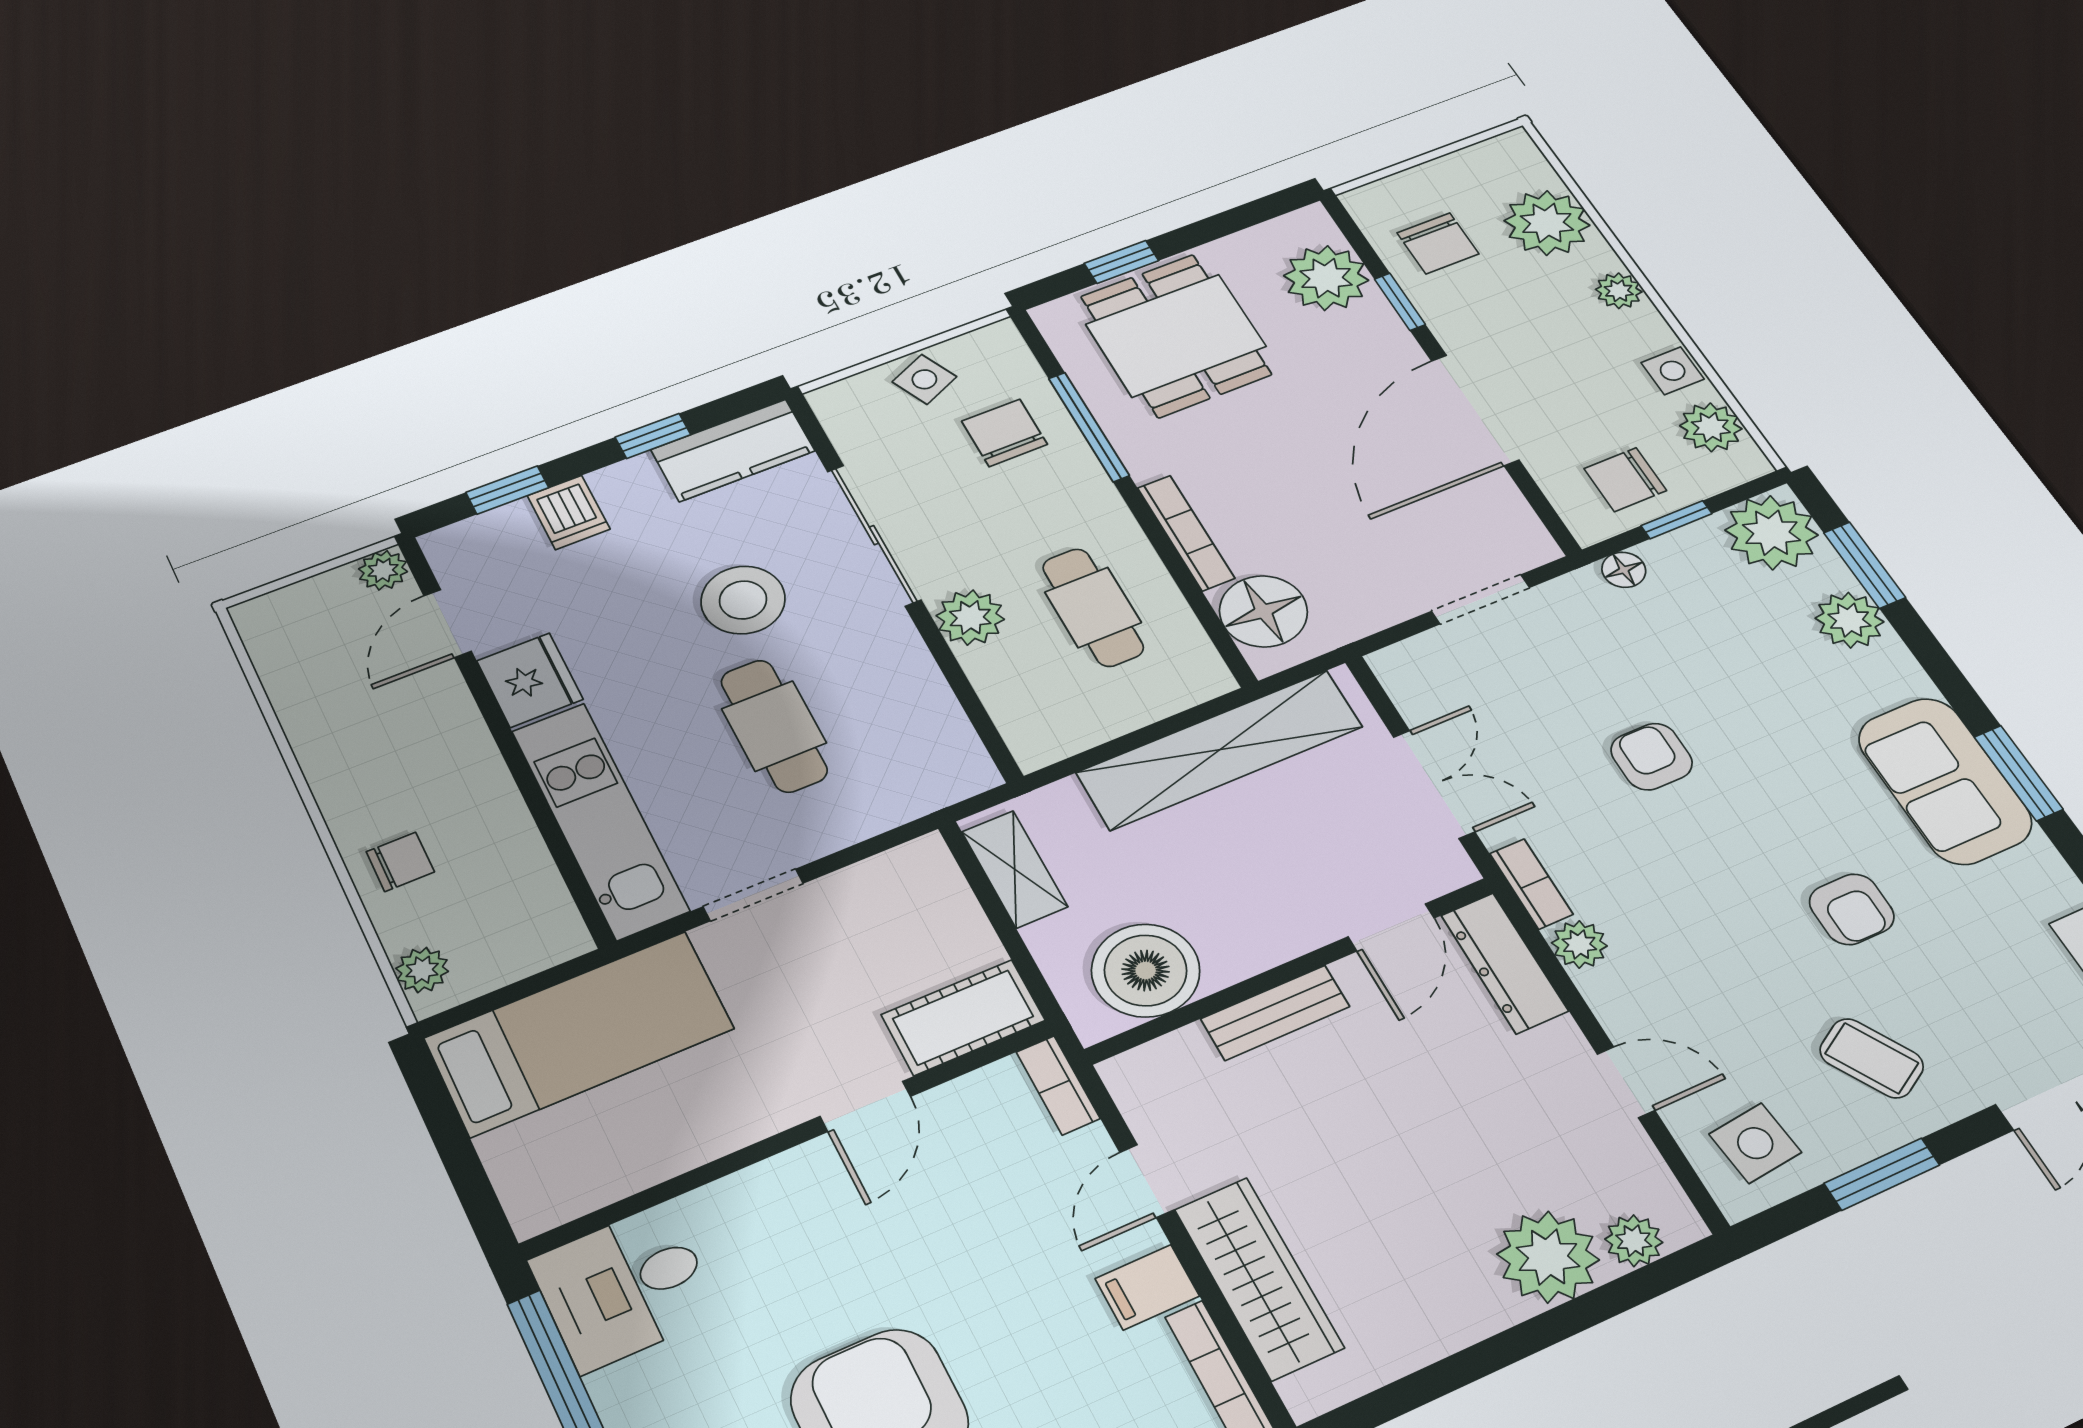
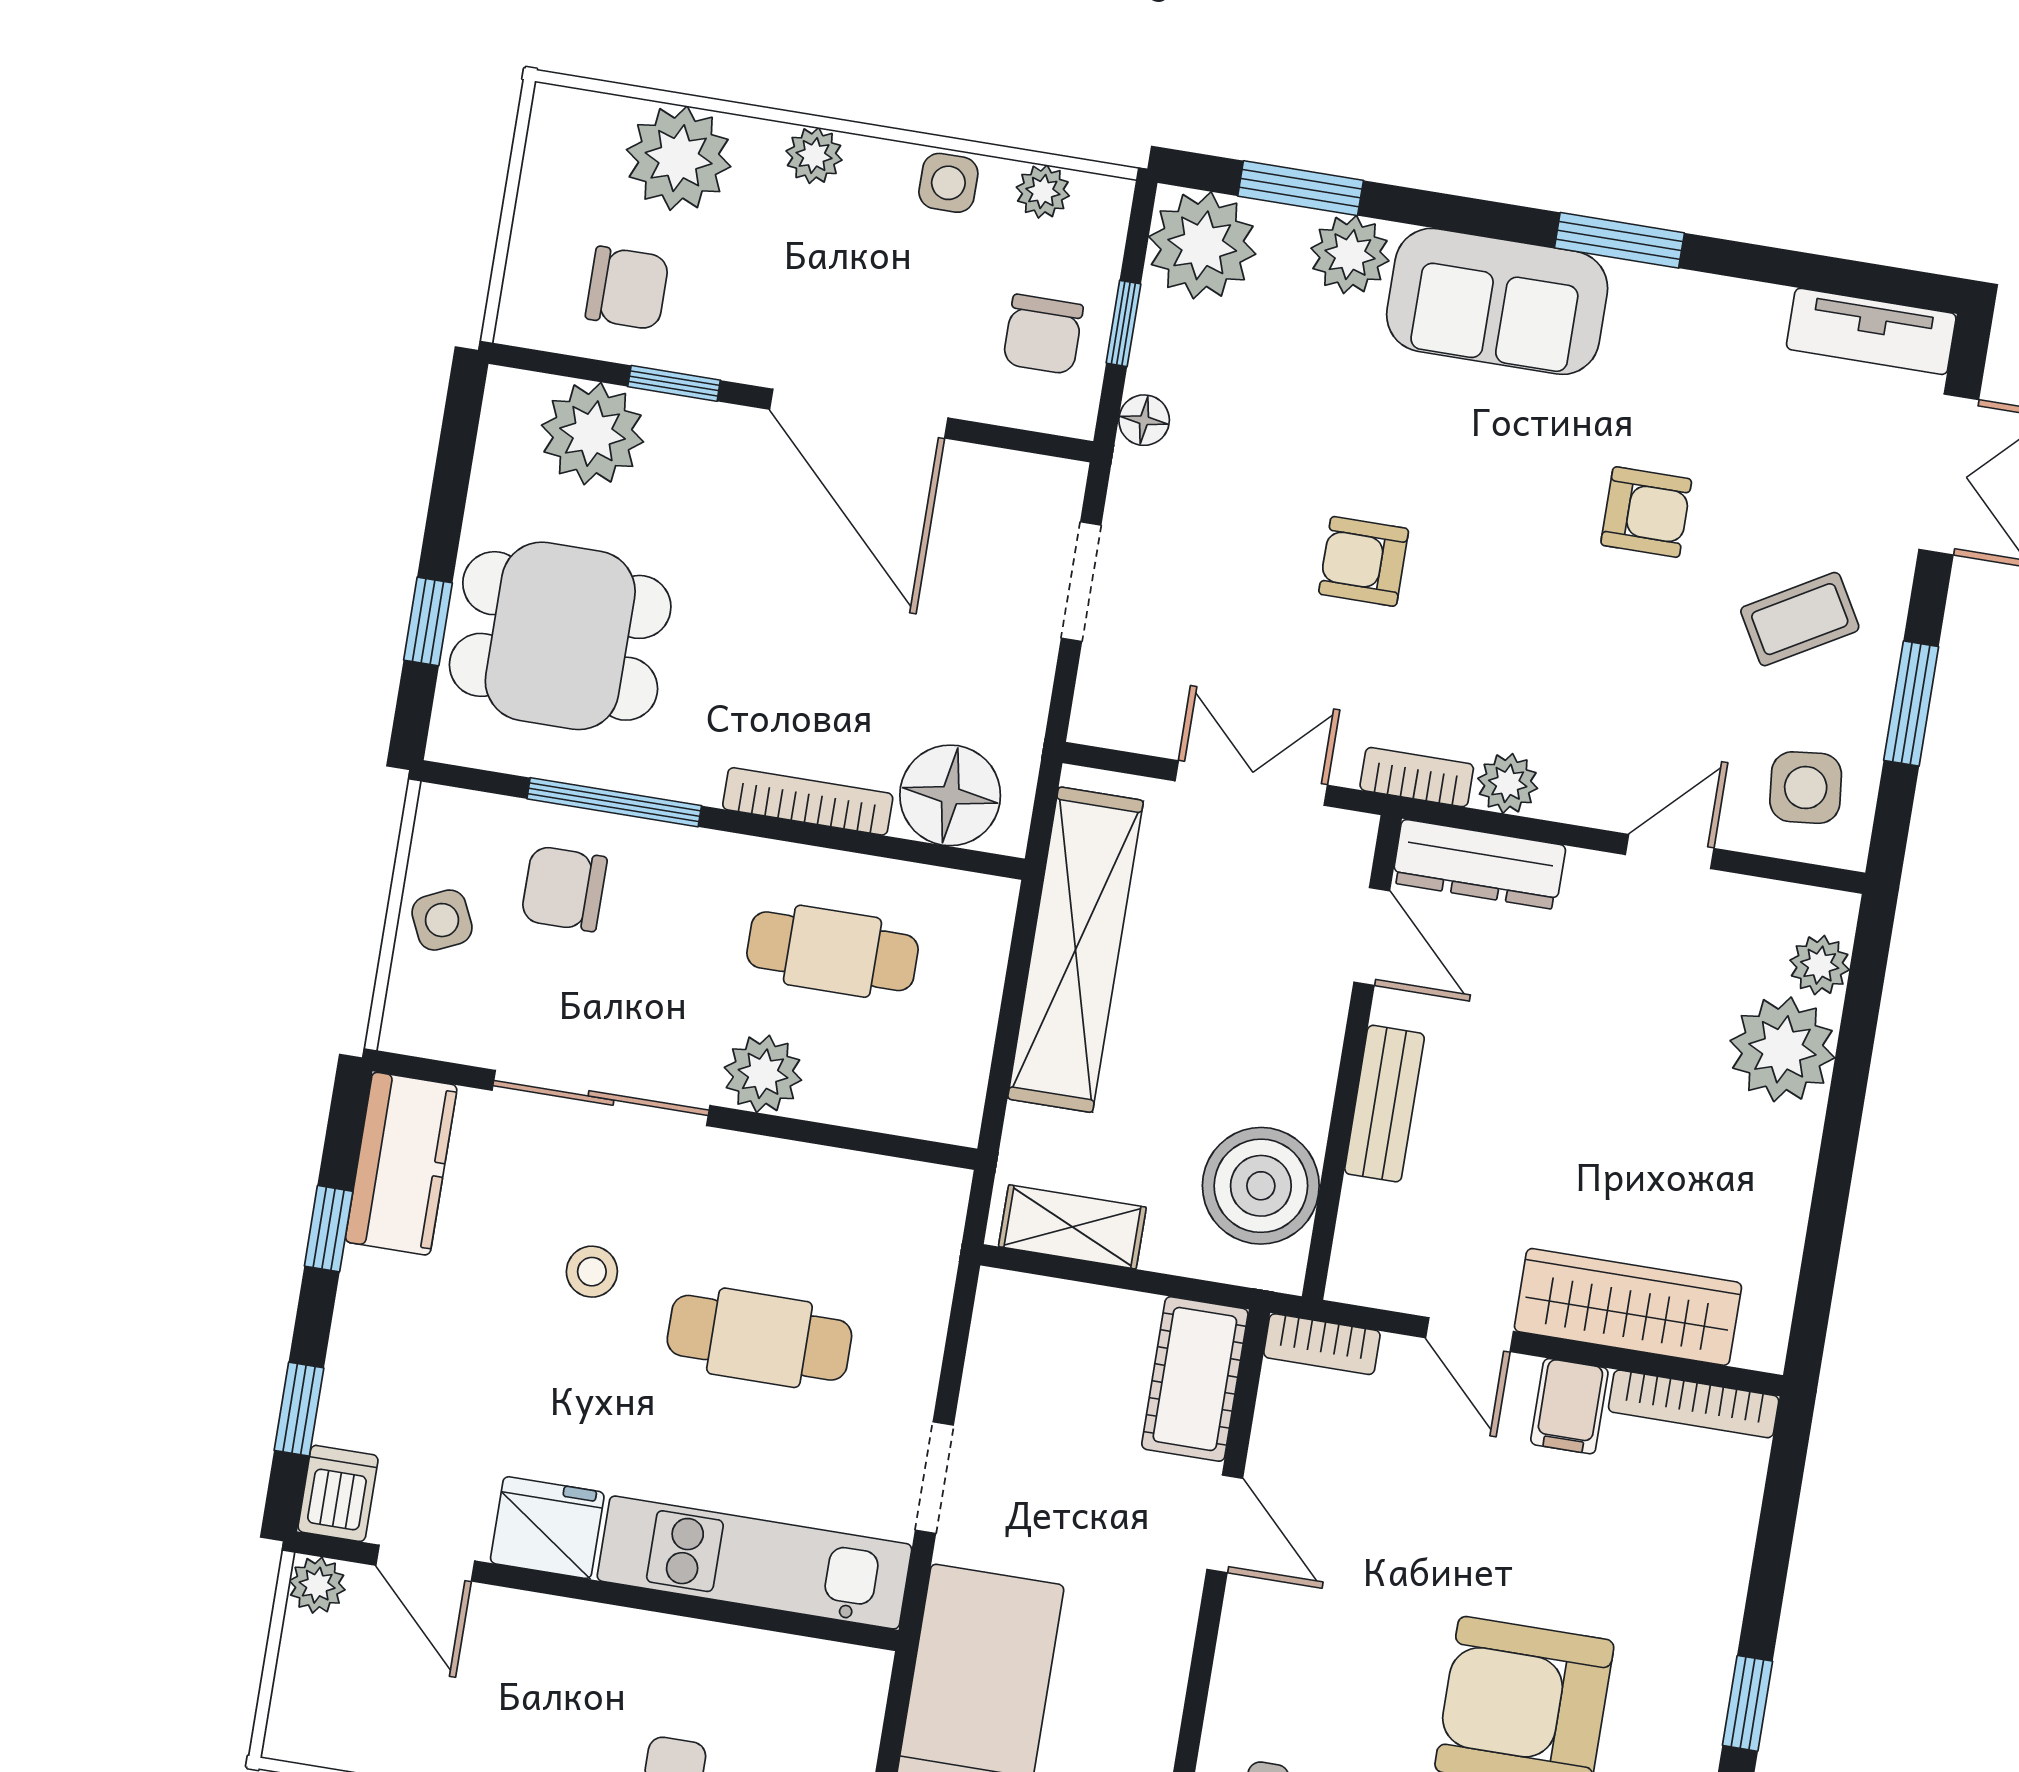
plant: (1711, 427) -> (1043, 191), width x0.73, depth x0.73
dishwasher: (569, 512) -> (338, 1493), moved, turned -90
stool: (743, 600) -> (592, 1272), width x0.53, depth x0.53
sofa: (1945, 781) -> (1497, 301), moved

